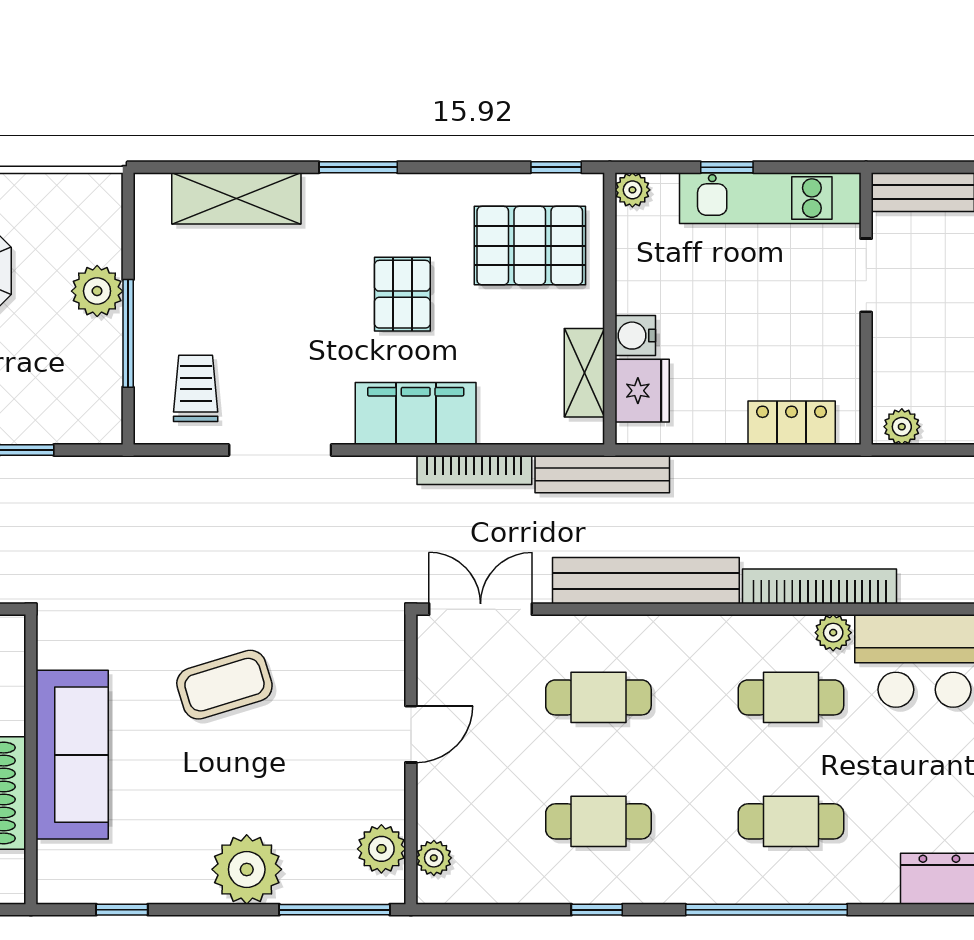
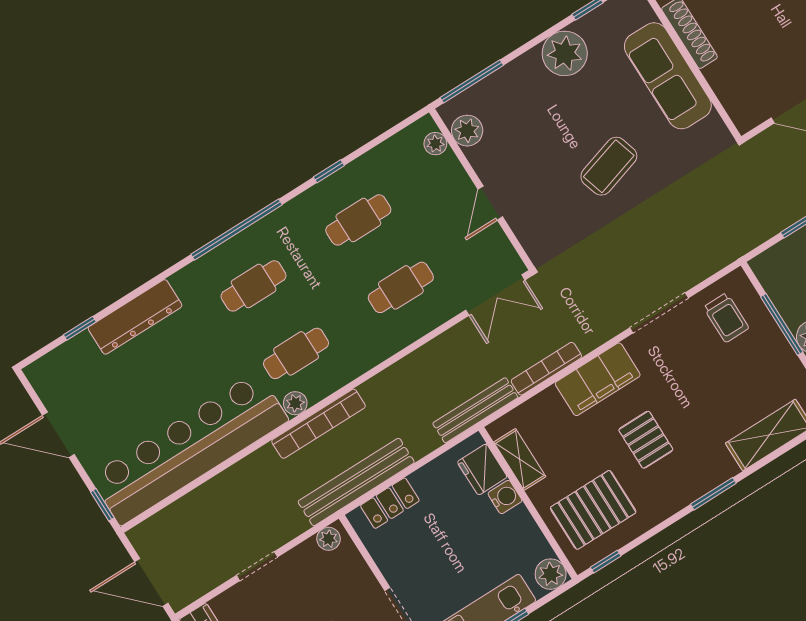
plant: (632, 190) -> (551, 574), width x1.38, depth x1.38
bench: (646, 581) -> (356, 482), moved
plant: (247, 869) -> (565, 53), moved

